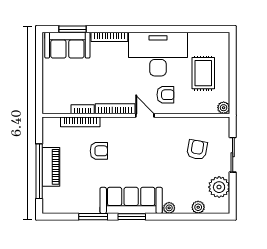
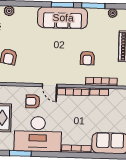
window: (73, 29) -> (20, 153), moved
armchair: (99, 151) -> (87, 58), turned -90
plant: (169, 208) -> (113, 13), moved

